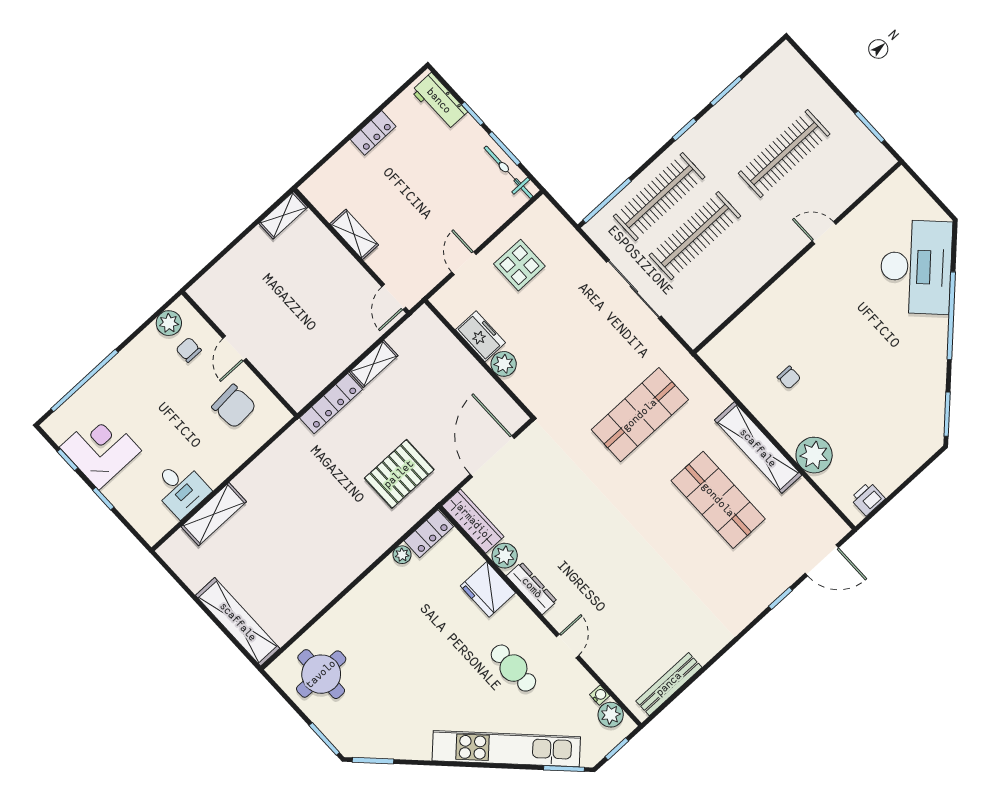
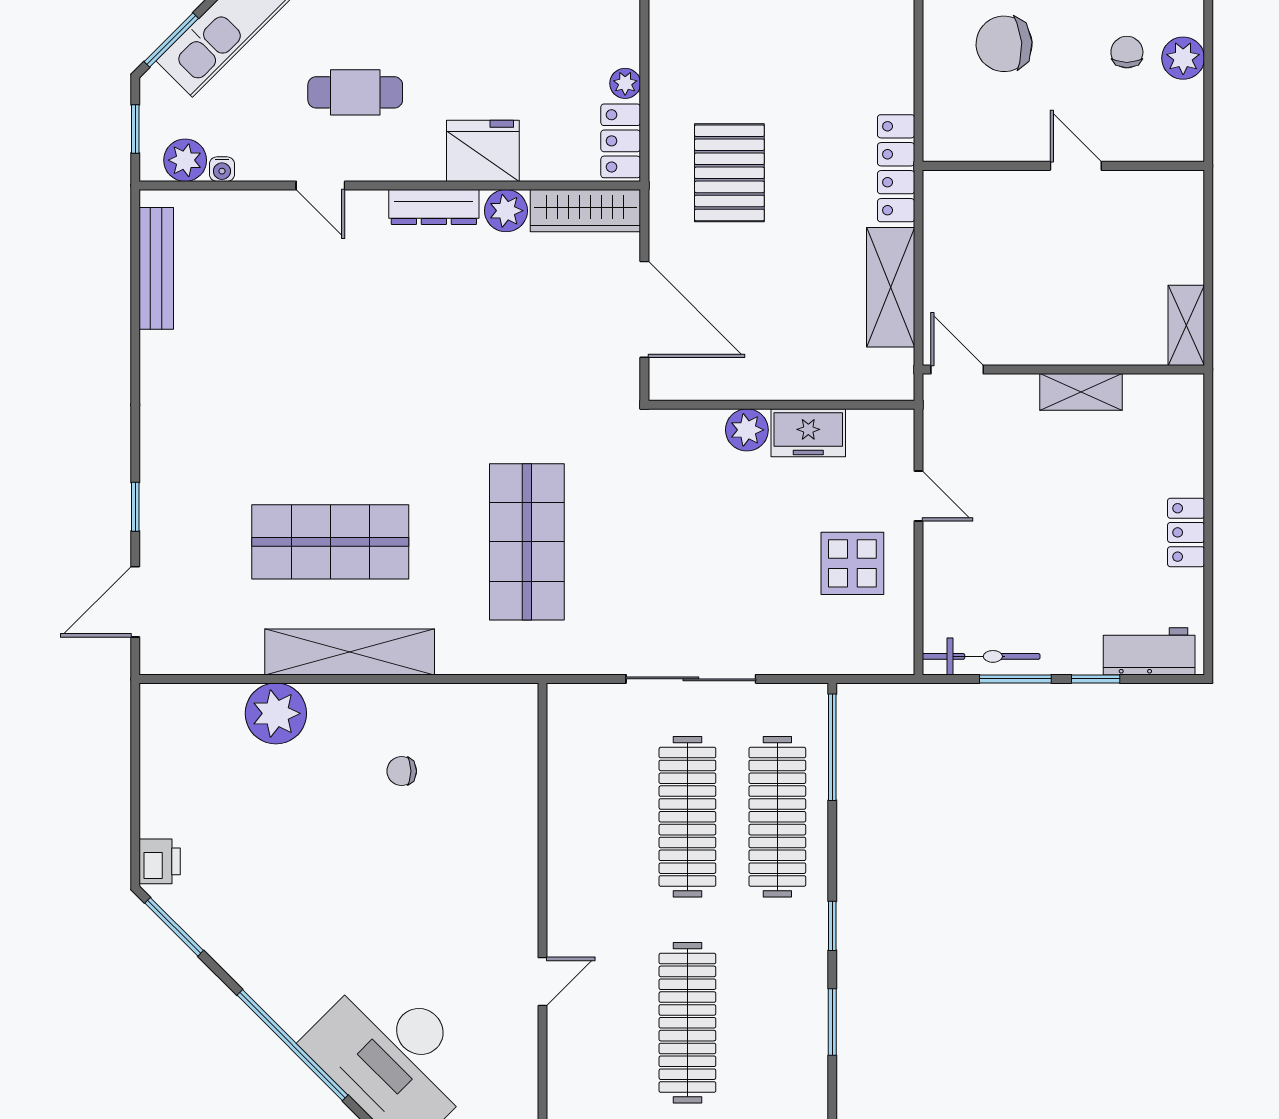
door: (234, 348) -> (1076, 166), moved
chair: (189, 350) -> (1127, 52), turned -90
wall: (239, 354) -> (1063, 166), moved
shelving: (374, 364) -> (891, 287), width x1.50, depth x1.33
printer: (868, 499) -> (160, 861), moved

